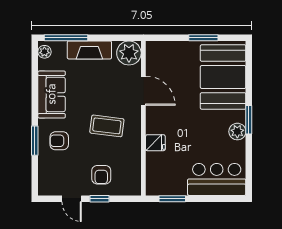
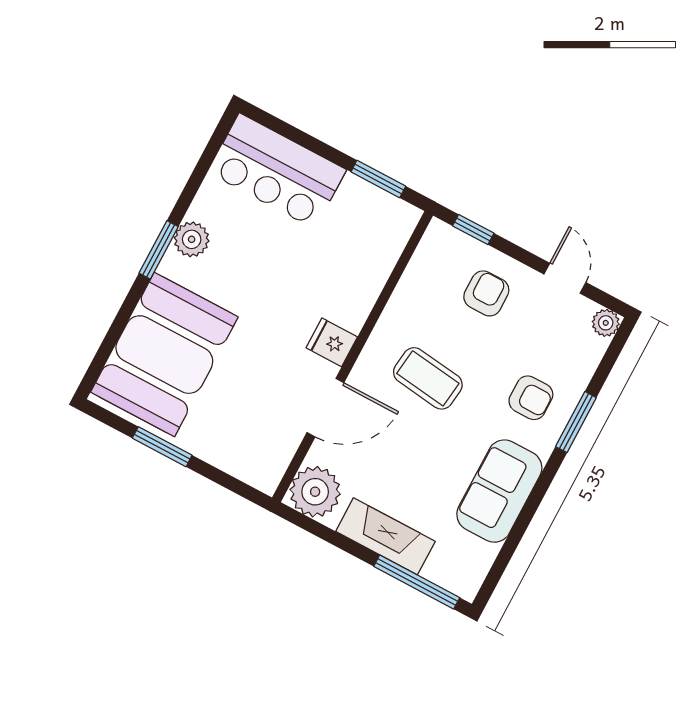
plant: (44, 52) -> (606, 323), moved
door: (143, 91) -> (325, 408), swing flipped
fridge: (155, 143) -> (332, 342), moved
window: (99, 199) -> (473, 229), moved

